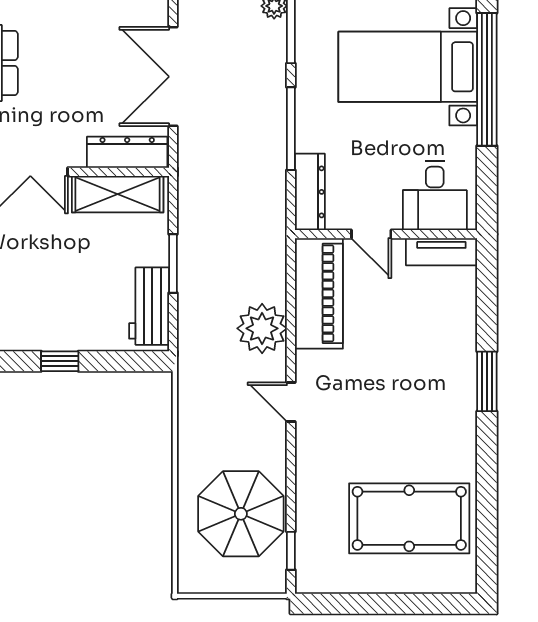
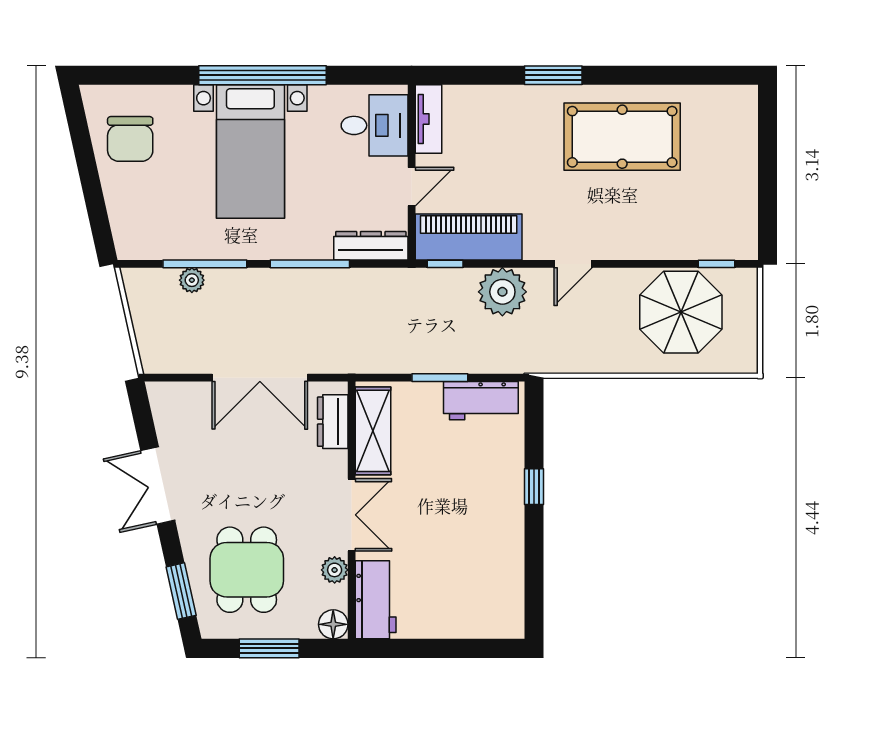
dresser: (127, 152) -> (333, 422), width x0.70
window: (291, 269) -> (445, 264), added
pool table: (409, 518) -> (622, 137), moved, turned 90

